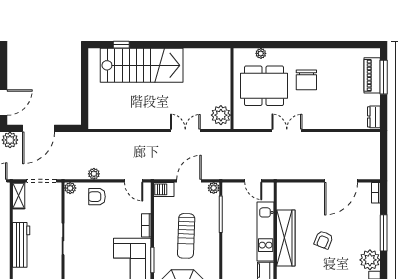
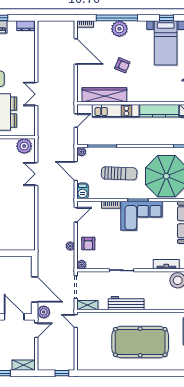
window: (384, 233) -> (117, 18), width x1.46
wardrobe: (286, 238) -> (104, 95), moved
plant: (370, 260) -> (119, 29), moved

